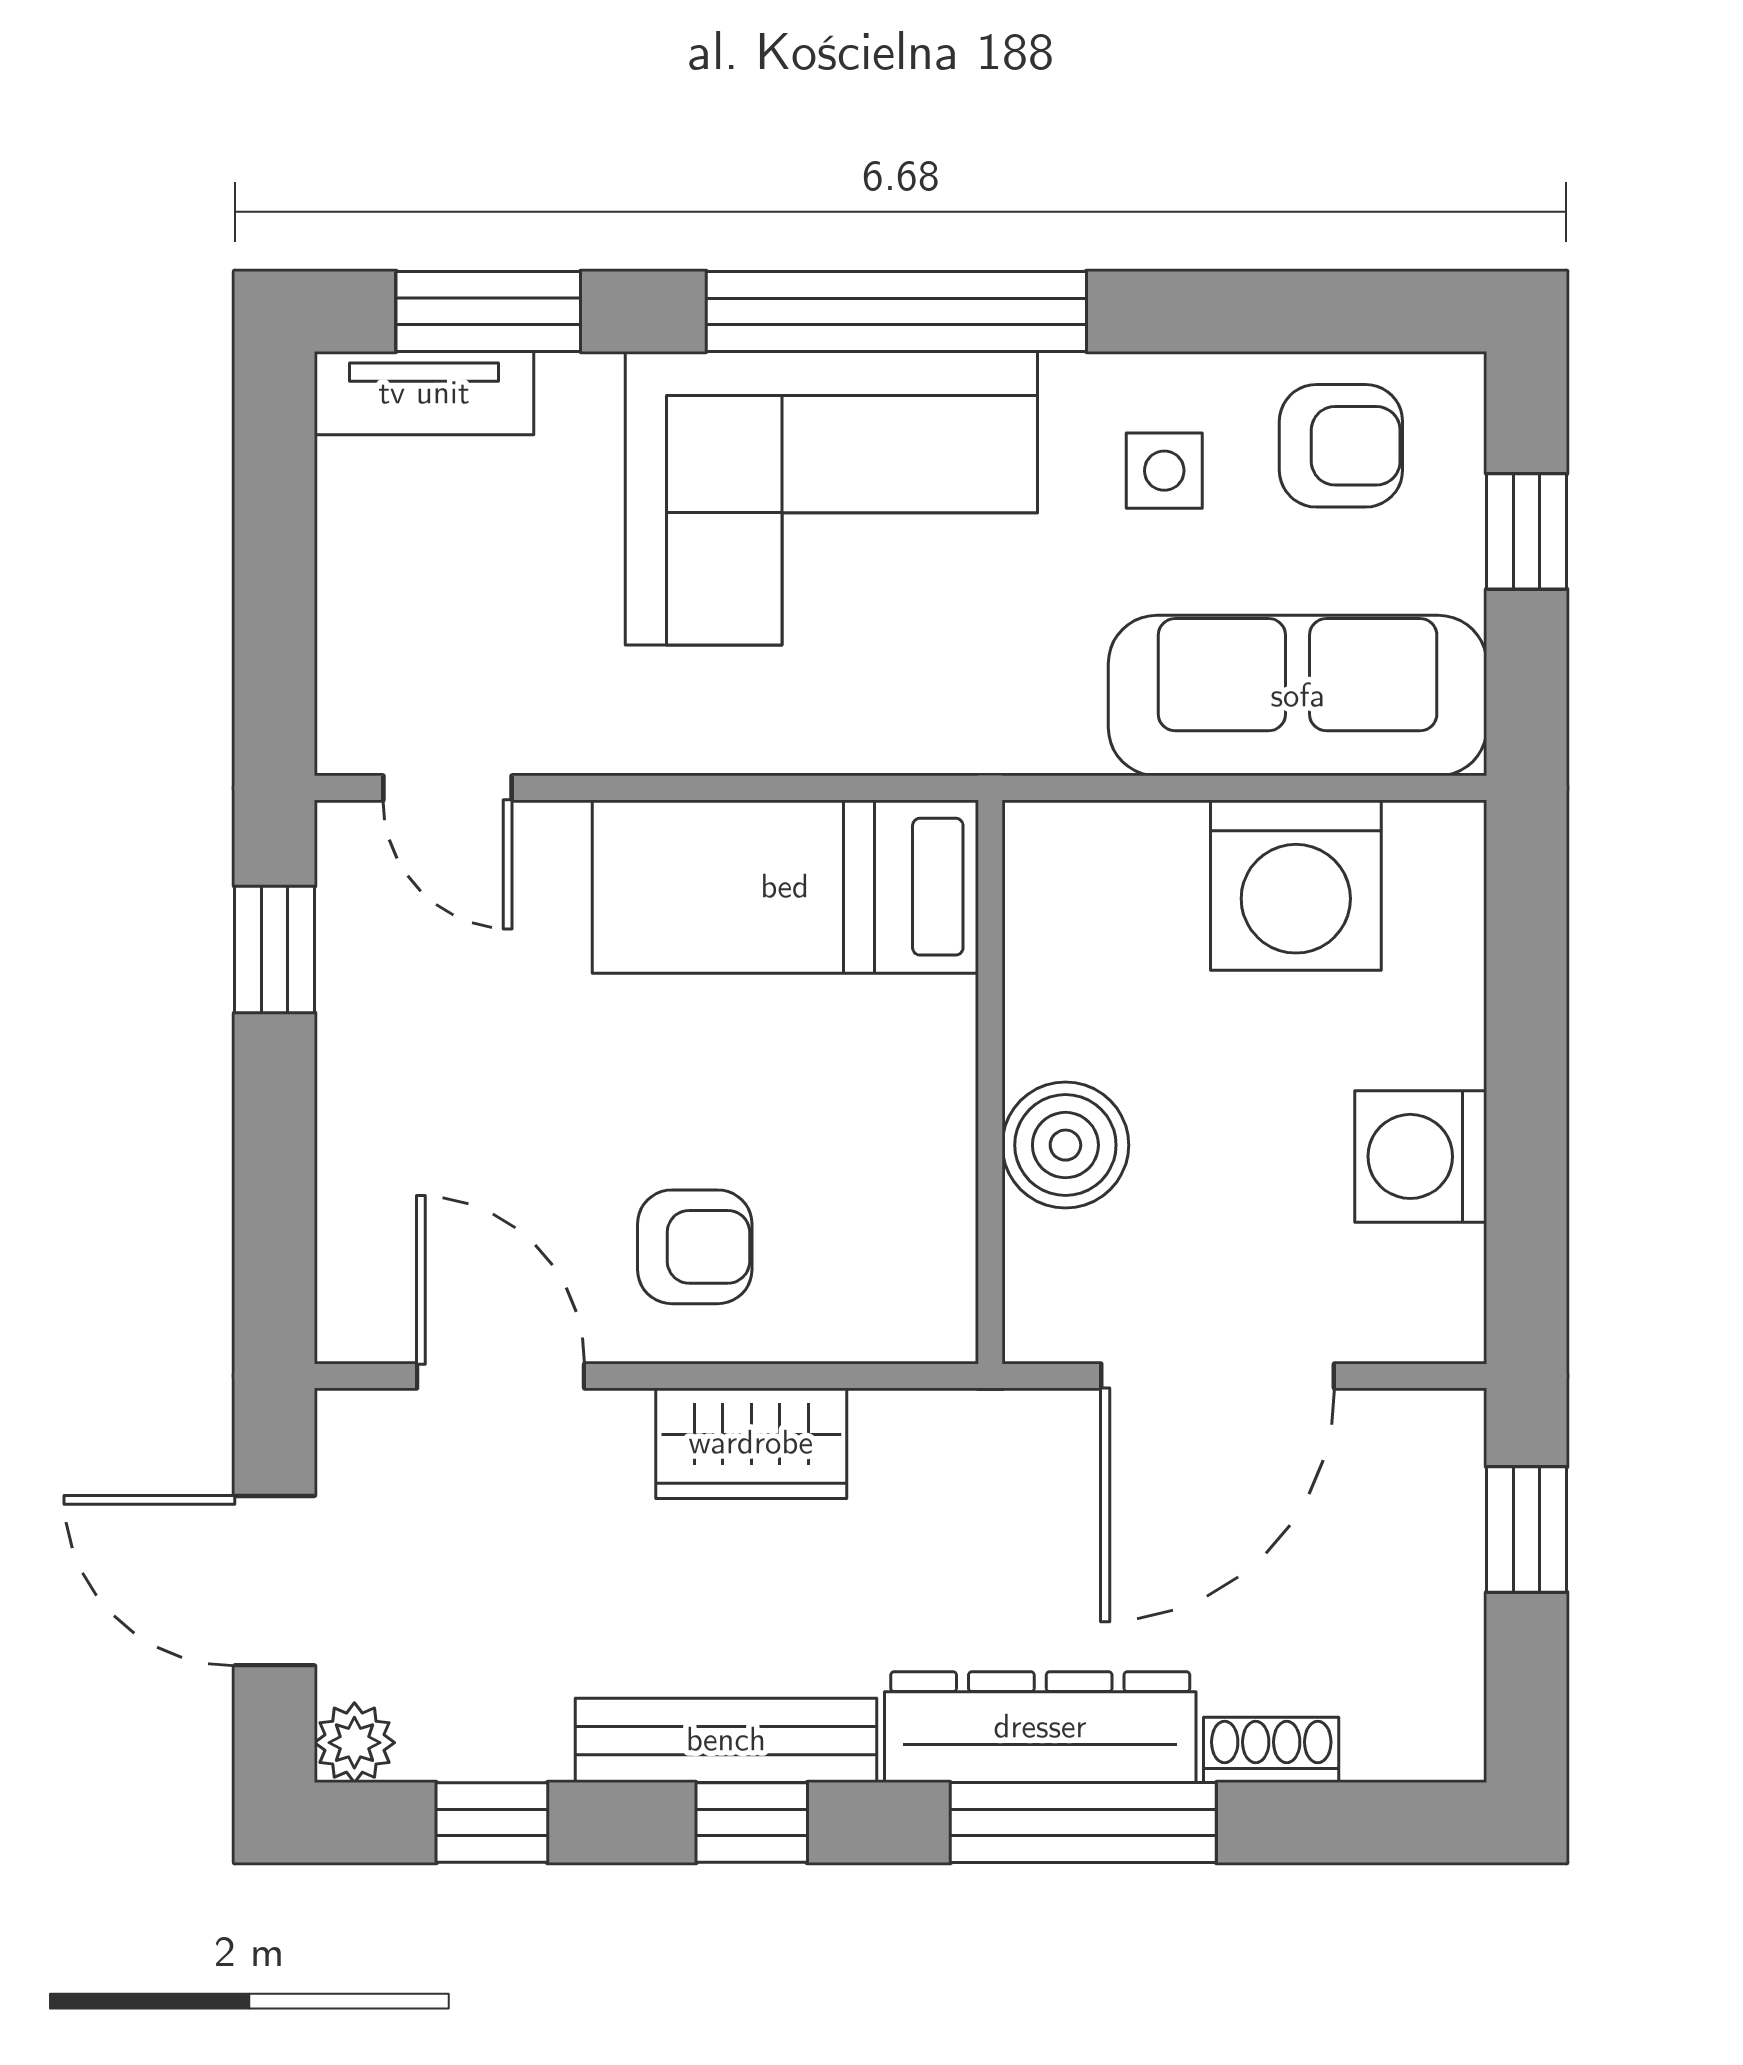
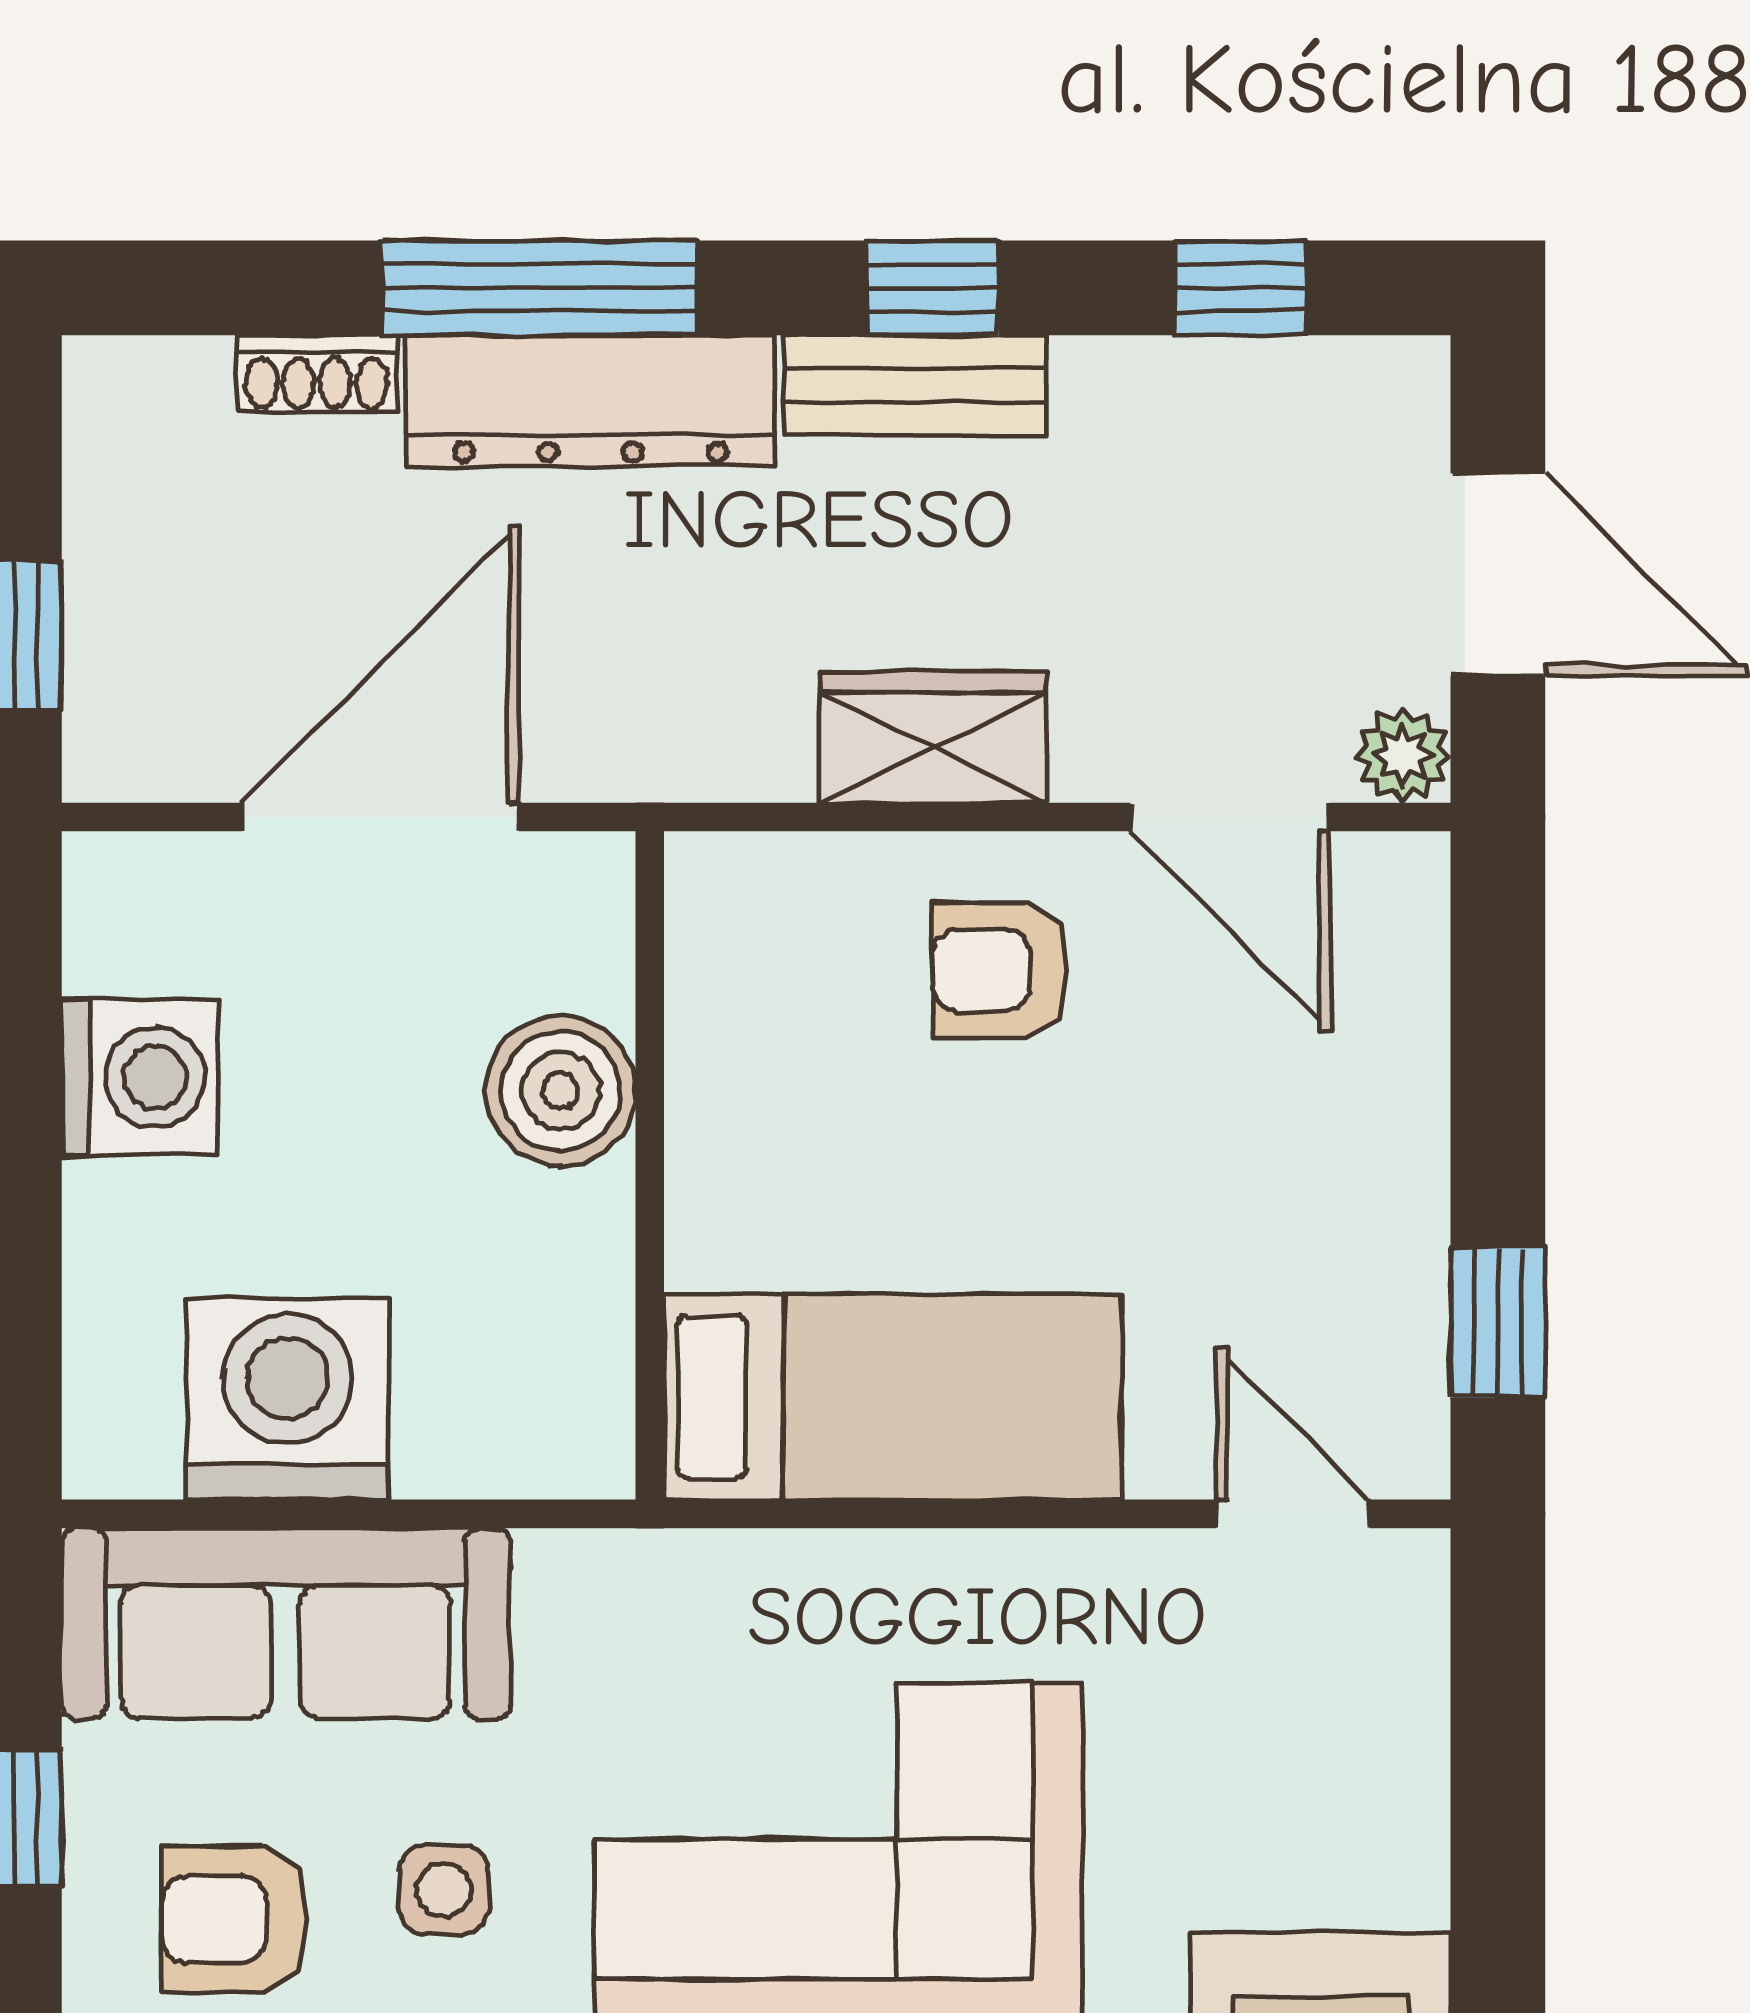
bench: (726, 1740) -> (915, 385), width x0.73
plant: (354, 1743) -> (1403, 755), moved

